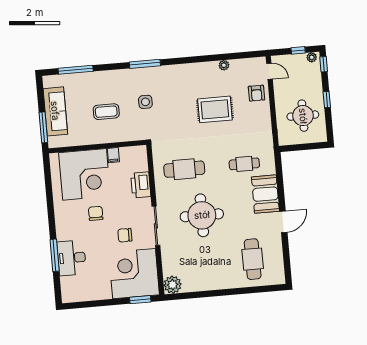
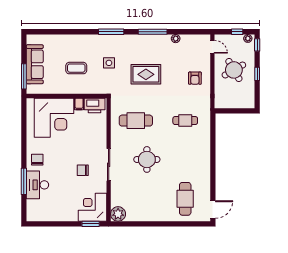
window: (76, 70) -> (153, 32), moved
armchair: (257, 93) -> (195, 78), moved
rug: (215, 109) -> (146, 74), moved
round table: (303, 116) -> (234, 70), moved, turned -30
printer: (141, 185) -> (95, 105), moved, turned -90
booth: (265, 194) -> (200, 147), removed
chair: (96, 213) -> (37, 160), moved
round table: (202, 215) -> (147, 159), width x0.73, depth x0.73
door: (283, 222) -> (213, 209), moved
corner desk: (134, 274) -> (93, 207), width x0.74, depth x0.74

